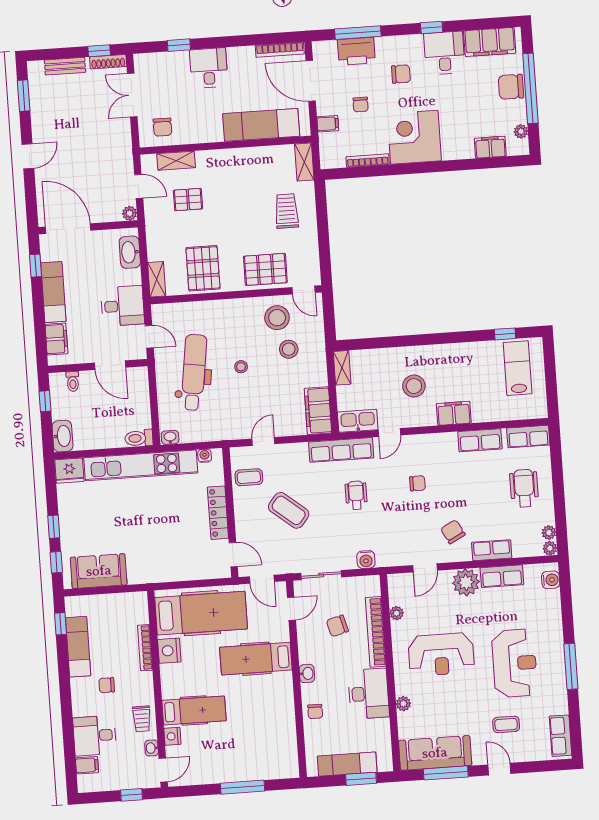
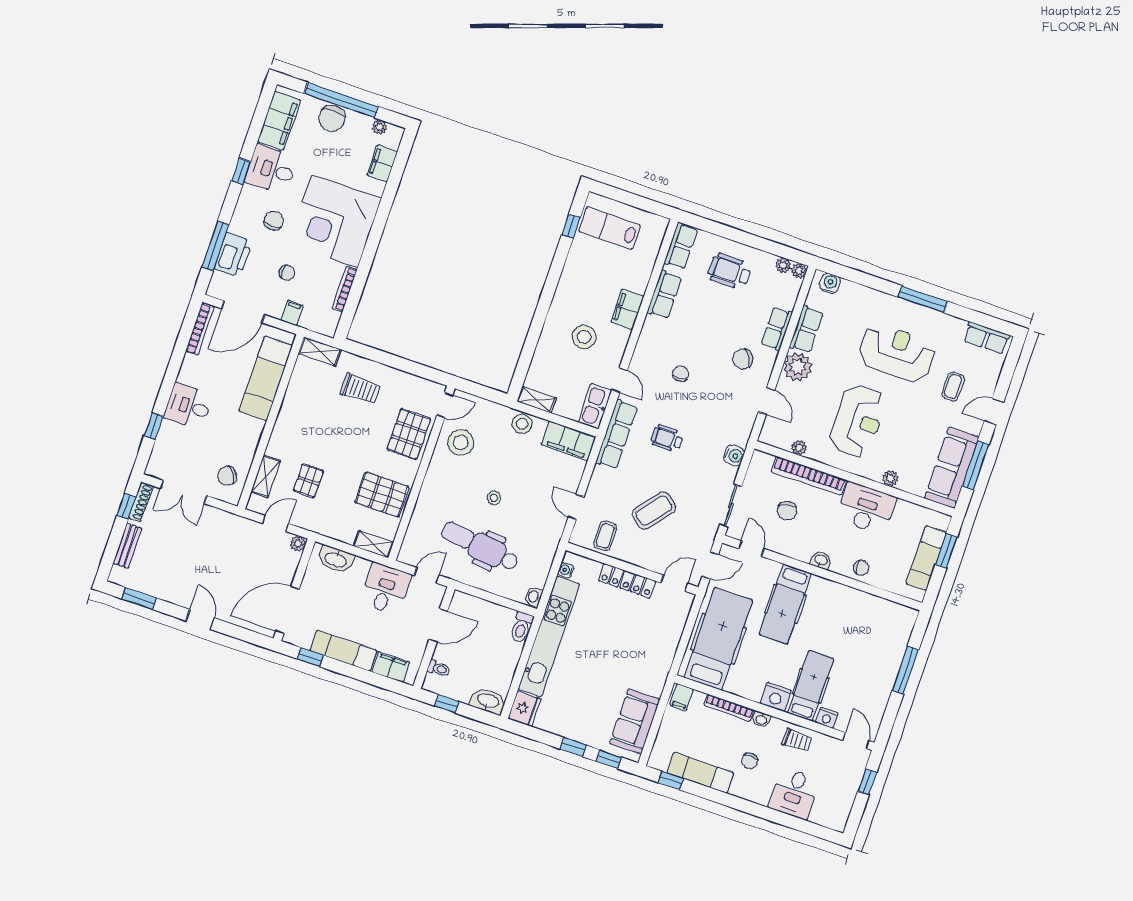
chair: (162, 127) -> (227, 476), turned 147
corner desk: (414, 137) -> (335, 221), width x1.36, depth x1.36
trolley: (287, 211) -> (361, 389), turned 180
stool: (289, 349) -> (522, 424), moved
nightstand: (169, 651) -> (776, 697), moved
washbasin: (152, 748) -> (761, 719), moved
filing cabinet: (87, 765) -> (682, 697), moved, turned 180

